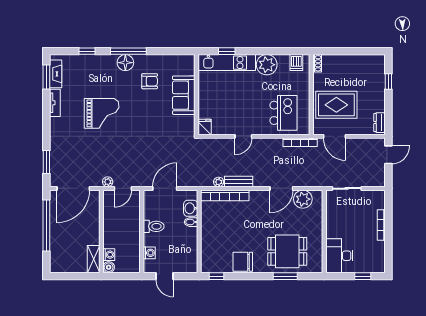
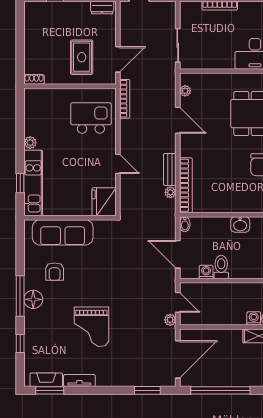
dishwasher: (296, 63) -> (33, 103), removed
plant: (267, 65) -> (30, 143), width x0.53, depth x0.53
armchair: (150, 81) -> (55, 272), turned 180
sofa: (184, 95) -> (63, 232), width x1.36
rug: (336, 105) -> (82, 57), width x0.73, depth x0.70
grand piano: (102, 113) -> (91, 327), turned 180
fridge: (205, 127) -> (104, 202), width x1.88, depth x1.34
door: (73, 188) -> (178, 359), hinge flipped
plant: (303, 199) -> (185, 91), width x0.53, depth x0.53
washbasin: (191, 208) -> (240, 225), moved
bidet: (191, 222) -> (185, 224), moved
washing machine: (149, 253) -> (206, 272), moved

